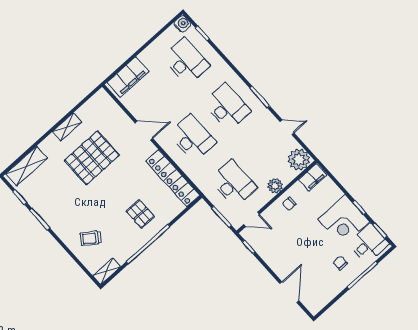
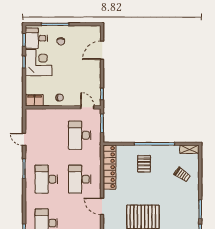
plant: (299, 160) -> (33, 116), removed
plant: (275, 186) -> (59, 114), removed

